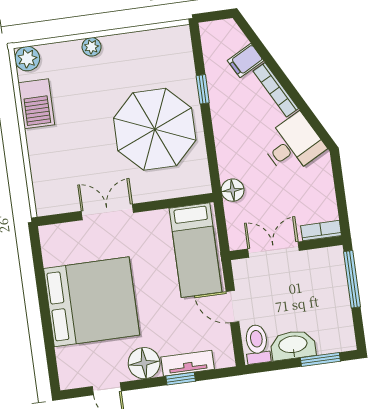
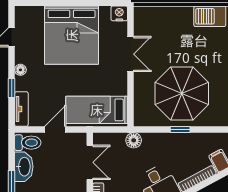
window: (203, 89) -> (180, 130), moved
nightstand: (50, 236) -> (119, 13), added
floor lamp: (144, 363) -> (20, 70), width x0.53, depth x0.53
tv unit: (188, 363) -> (21, 109), moved

